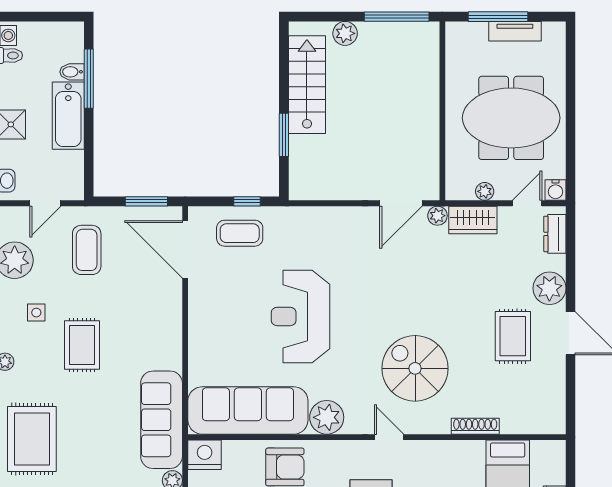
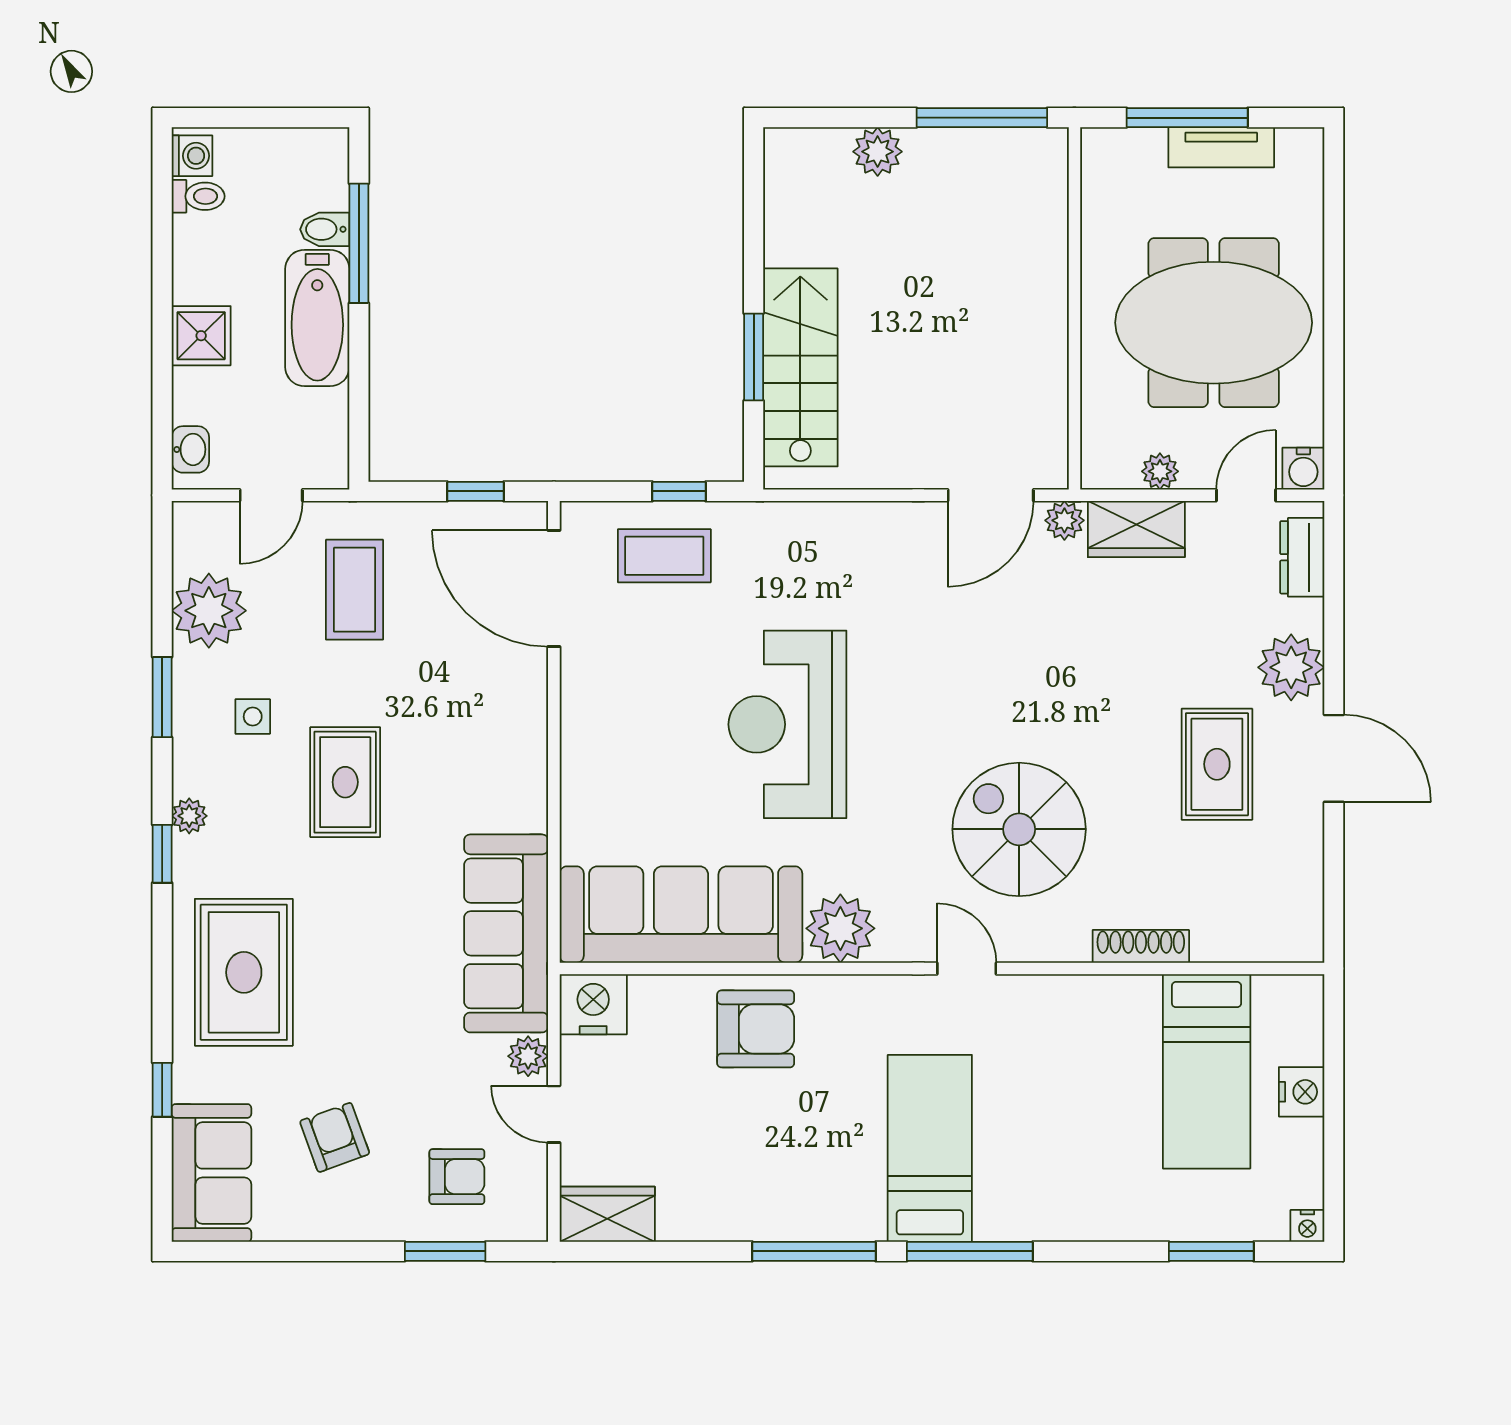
stairs: (307, 85) -> (800, 367), moved
window: (146, 201) -> (475, 491), width x0.67

